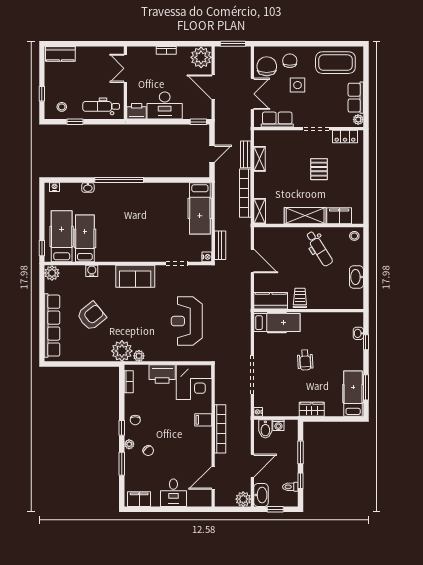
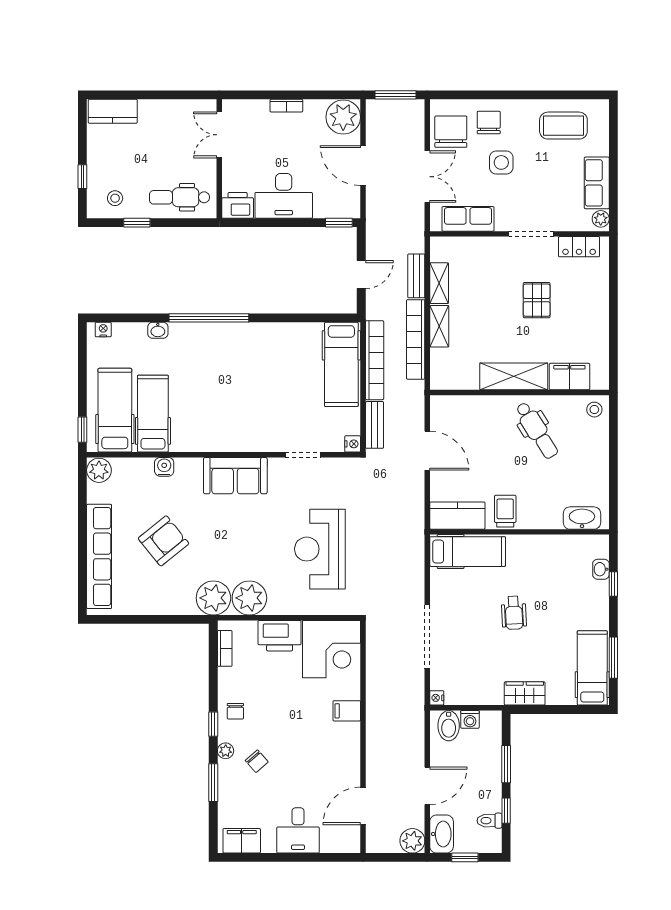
coffee table: (335, 63) -> (563, 126), width x0.73, depth x0.76
shelving: (260, 211) -> (439, 326), moved
washbasin: (356, 277) -> (582, 518), moved, turned 90
plant: (139, 356) -> (249, 598), width x1.87, depth x1.87
bookcase: (220, 429) -> (375, 360), moved

